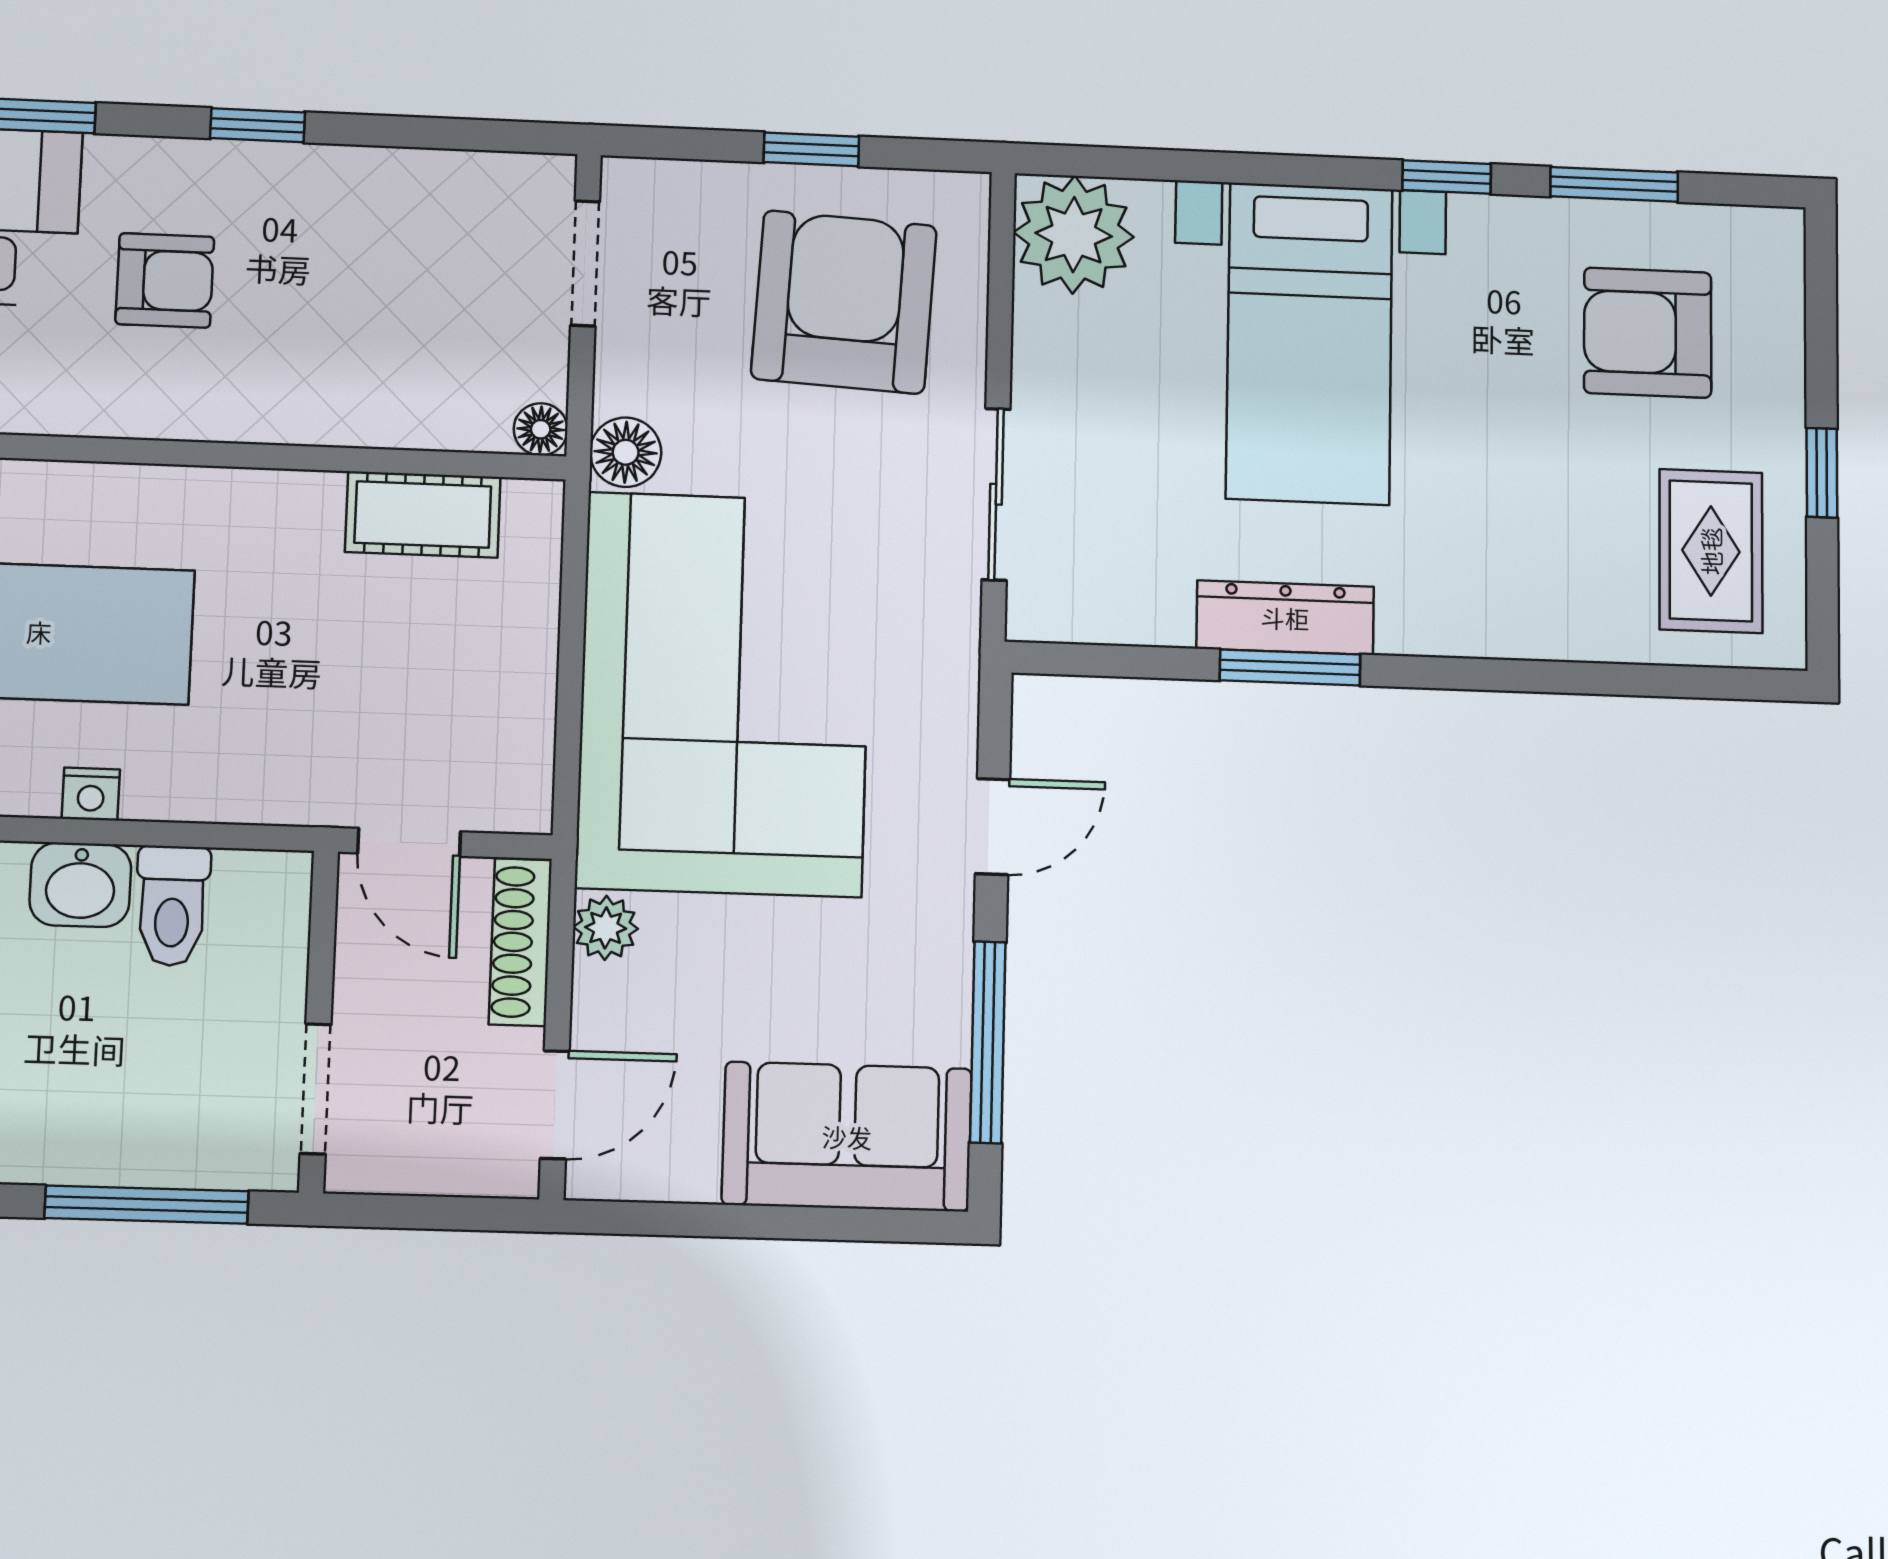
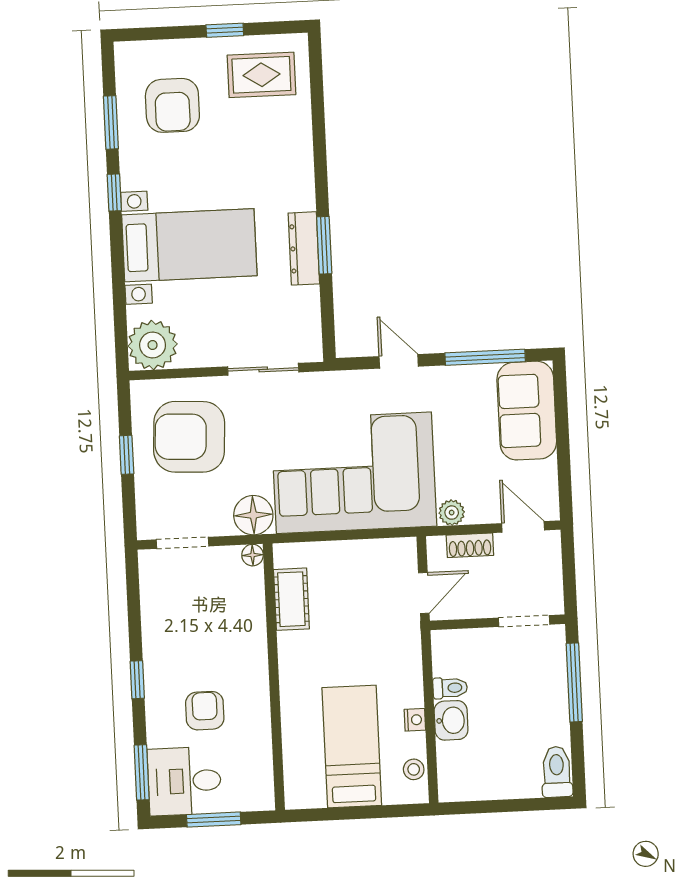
floor lamp: (626, 452) -> (253, 515), width x1.38, depth x1.38
toilet: (172, 906) -> (450, 688), width x0.73, depth x0.72
shoe rack: (520, 942) -> (470, 545), width x0.70

